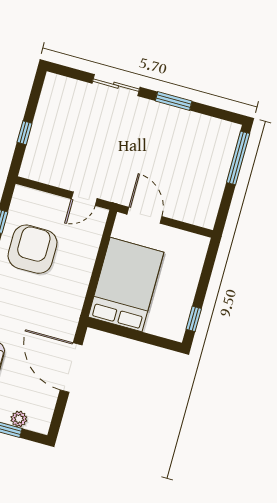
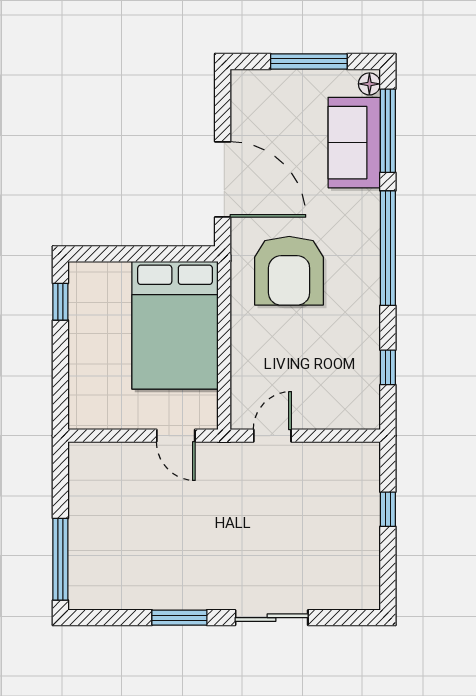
door: (145, 215) -> (176, 436), width x0.73
armchair: (32, 249) -> (289, 271), moved
plant: (19, 419) -> (279, 82), removed

